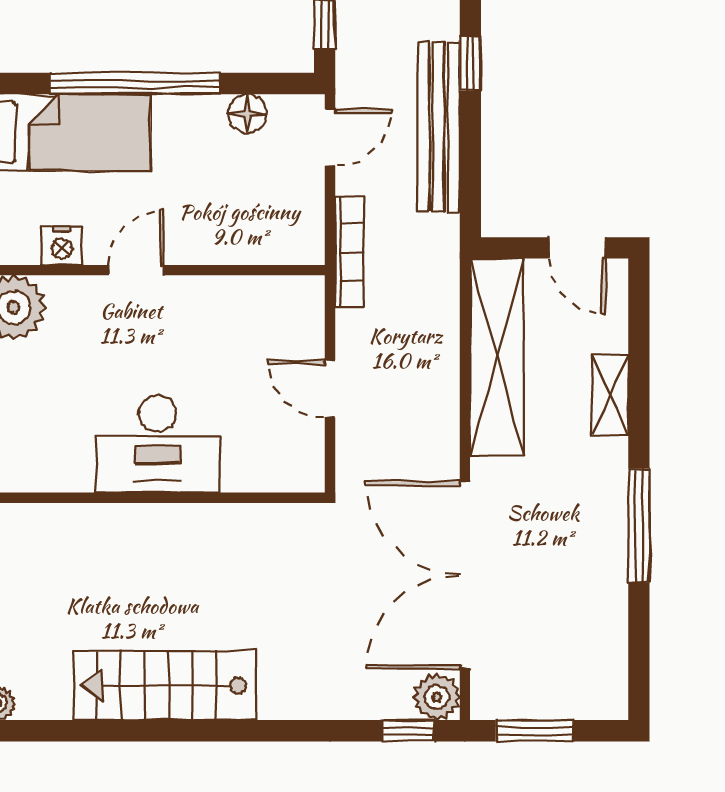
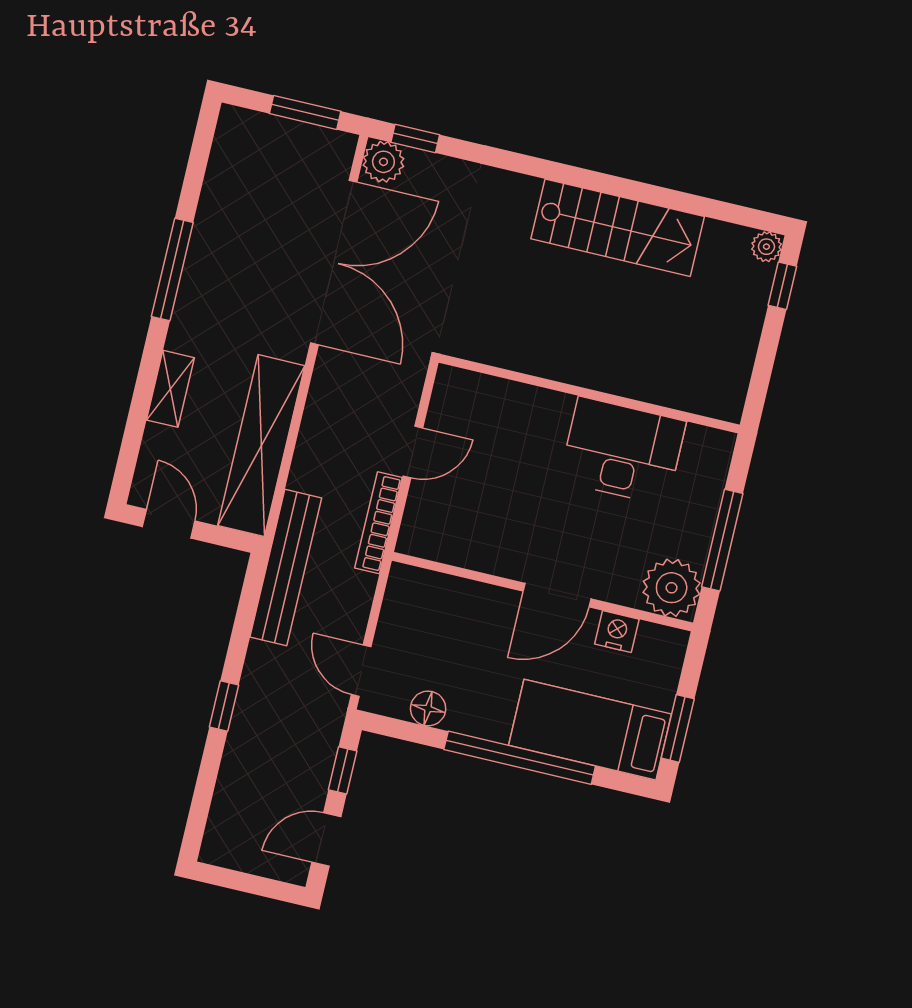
bench: (439, 127) -> (286, 567), moved
door: (330, 137) -> (361, 671), hinge flipped
bookcase: (349, 252) -> (378, 523), moved
door: (136, 270) -> (557, 595), width x1.38
door: (330, 389) -> (413, 452), hinge flipped
desk: (158, 444) -> (623, 451), moved

